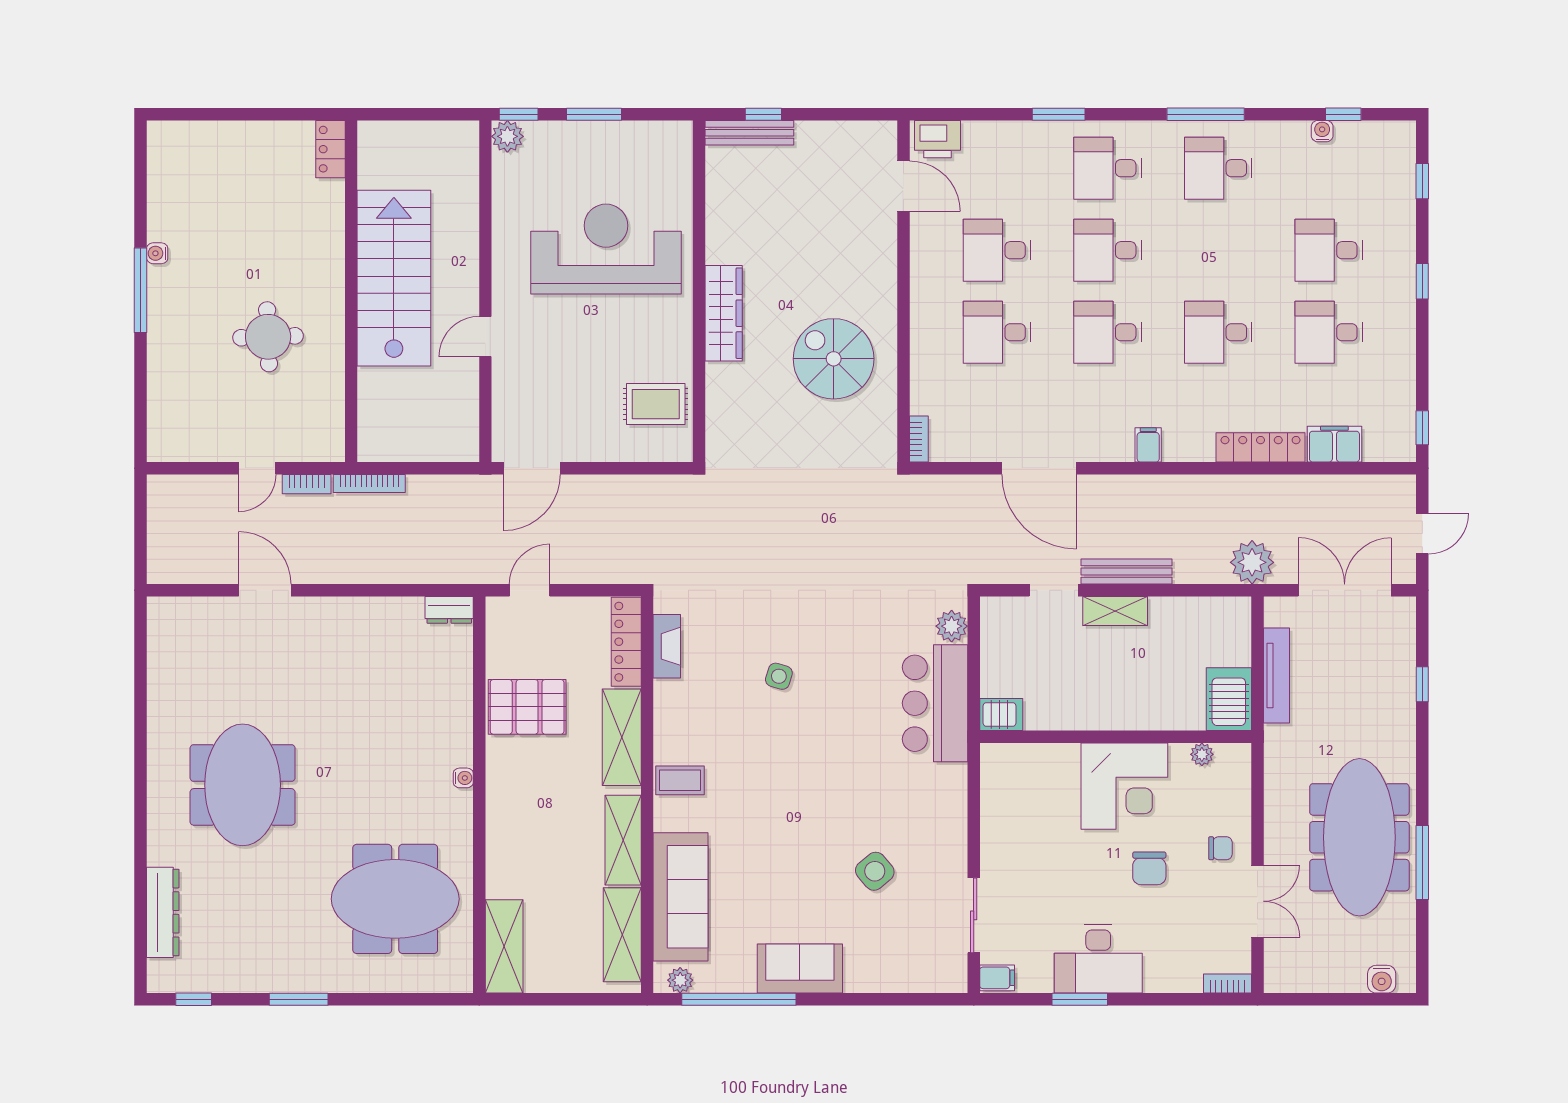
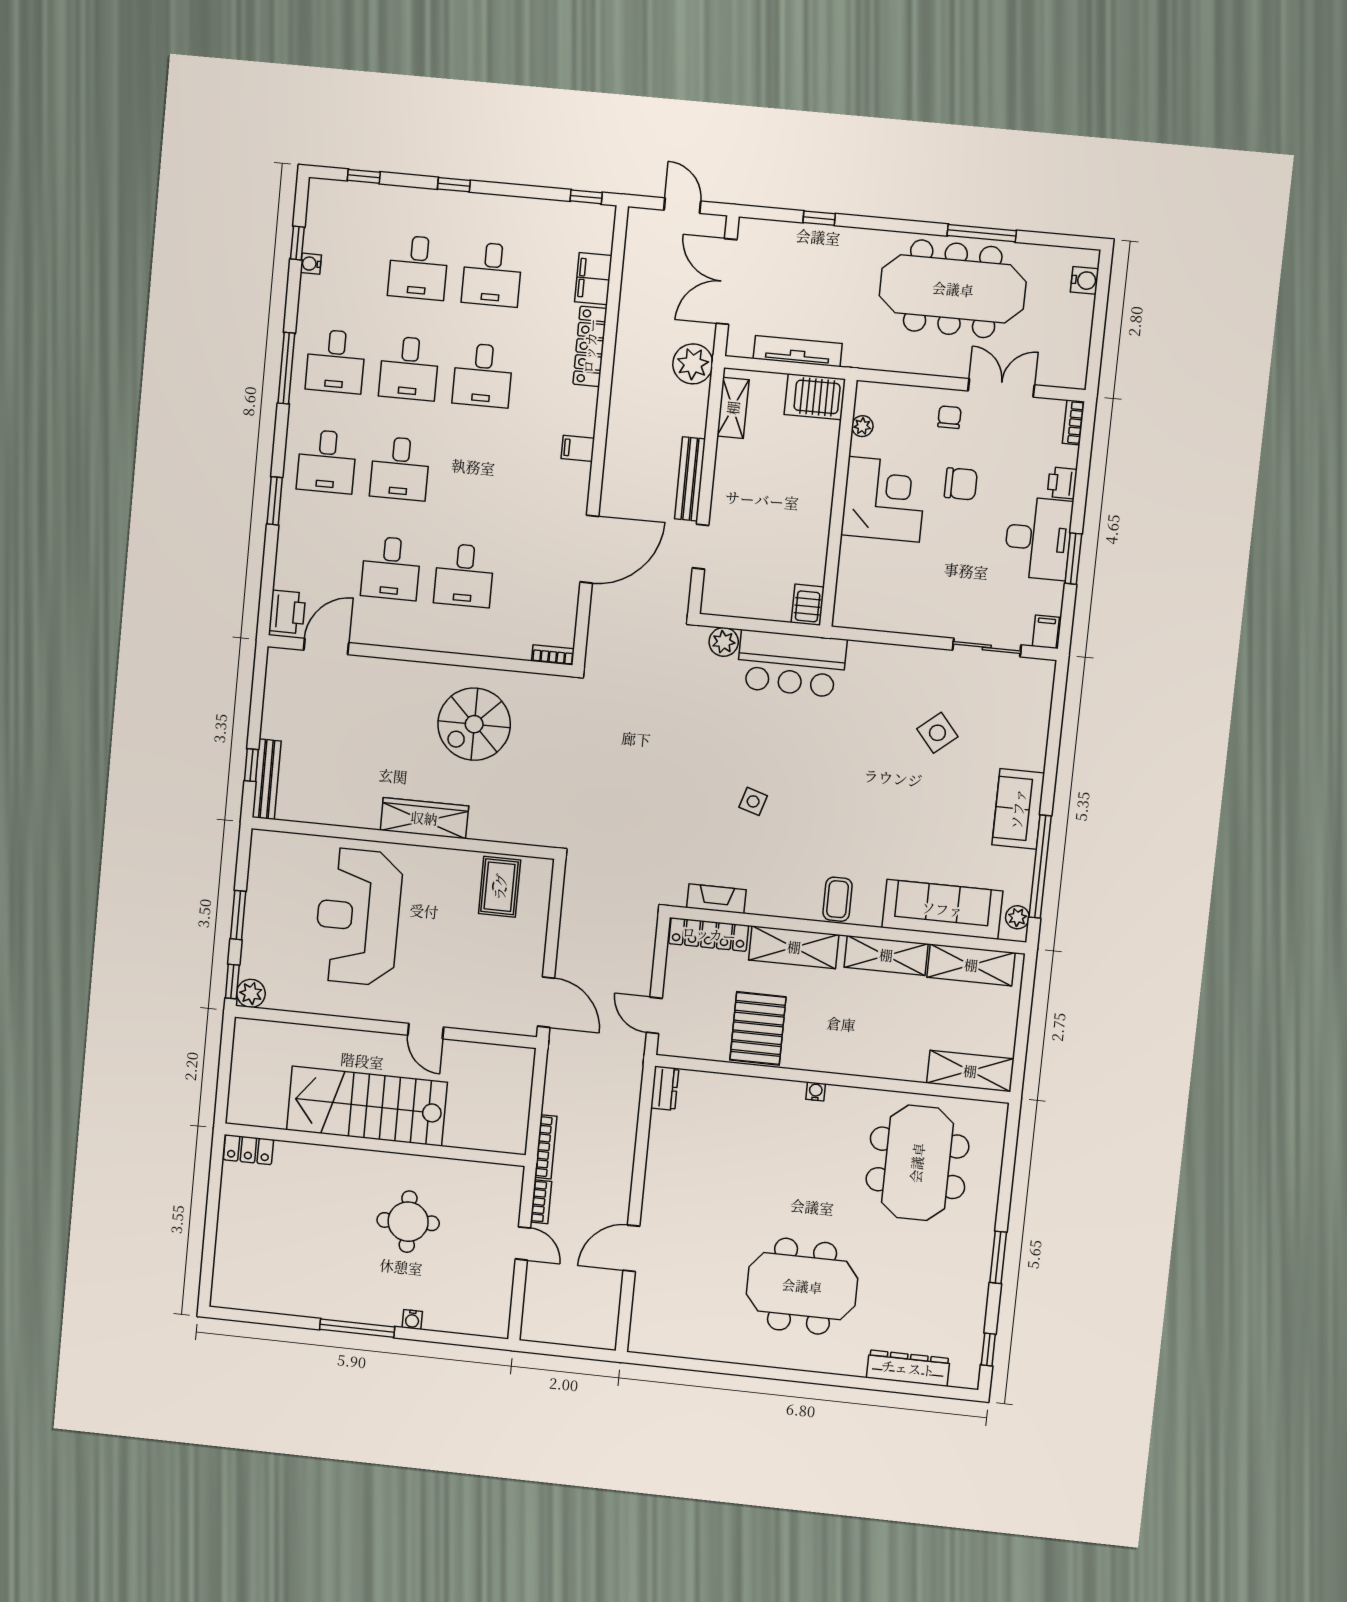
water cooler: (157, 253) -> (412, 1320), moved
desk: (1108, 332) -> (409, 368), moved
shelving: (1115, 611) -> (733, 408), moved
printer: (1161, 978) -> (1062, 483), added

